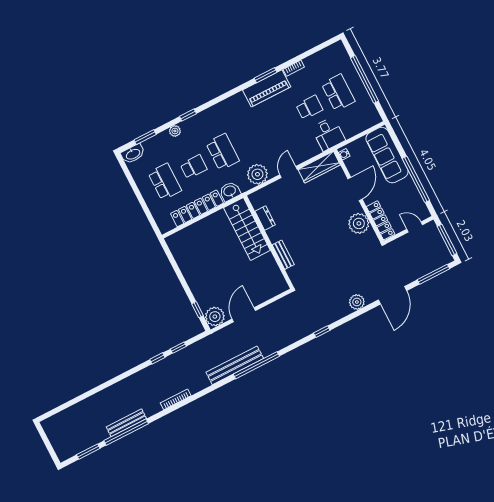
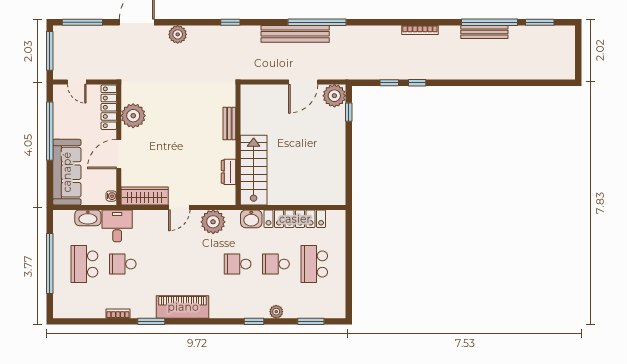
piano: (267, 88) -> (183, 307), moved
school desk: (223, 152) -> (238, 264), width x0.54
washbasin: (133, 154) -> (88, 218), moved, turned 180
bench: (235, 365) -> (295, 34), moved

